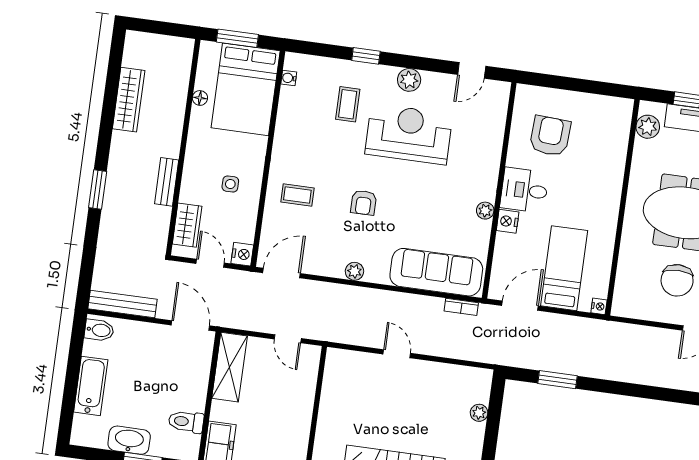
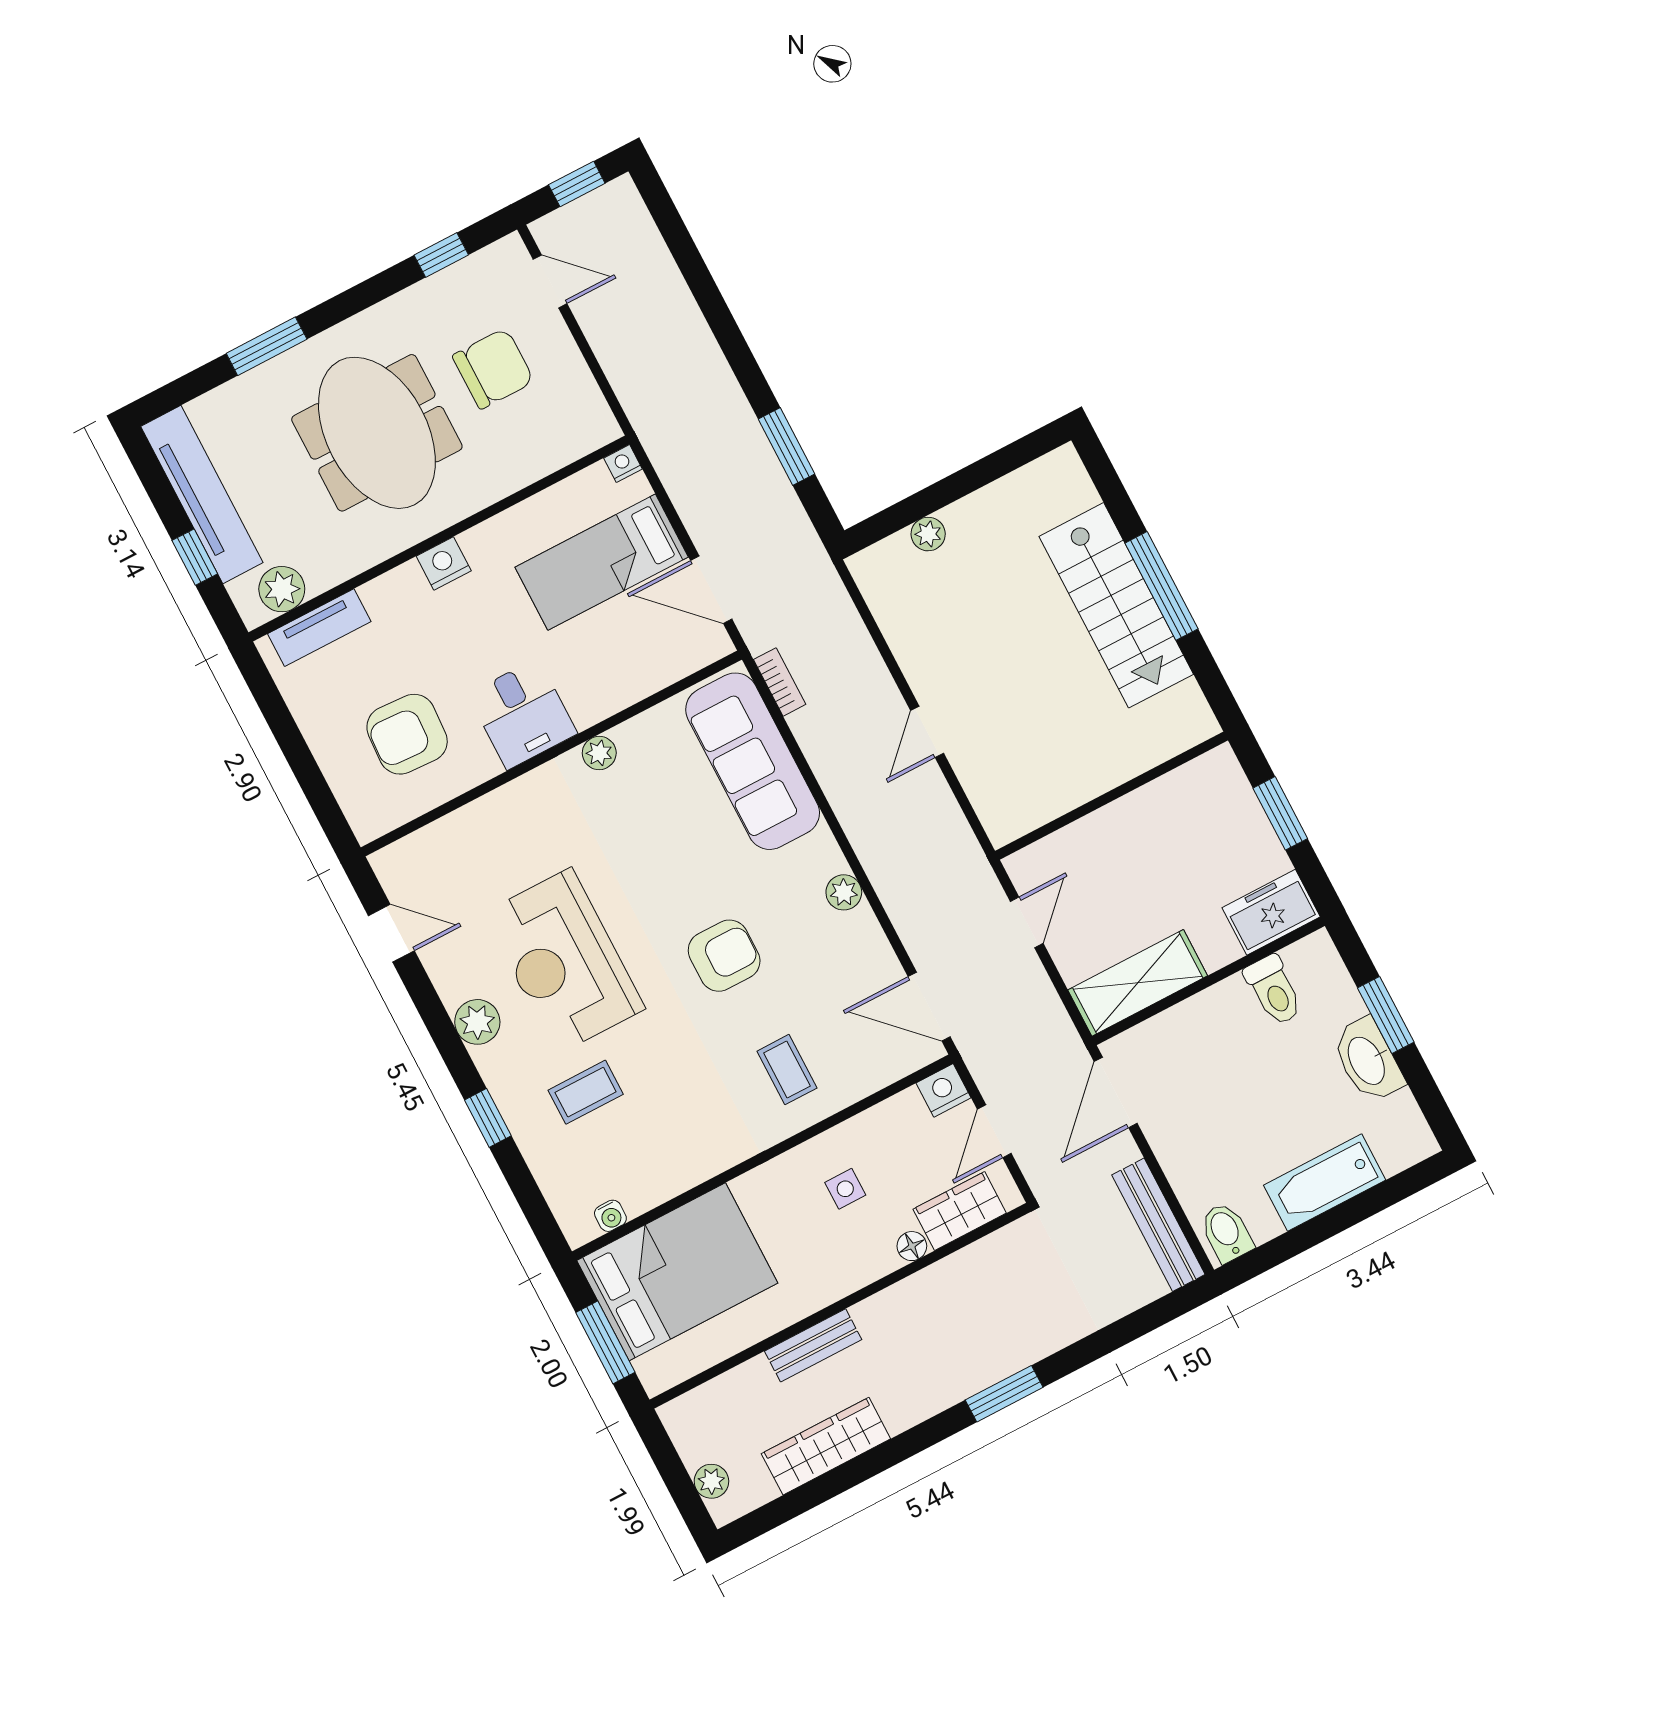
plant: (148, 41) -> (711, 1481), added
floor lamp: (200, 98) -> (912, 1246), moved
tv unit: (621, 131) -> (319, 628), added
bench: (167, 182) -> (813, 1345), moved
armchair: (364, 203) -> (724, 956), width x1.38, depth x1.38
nightstand: (508, 221) -> (444, 563), moved, turned 180

